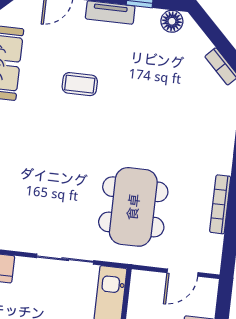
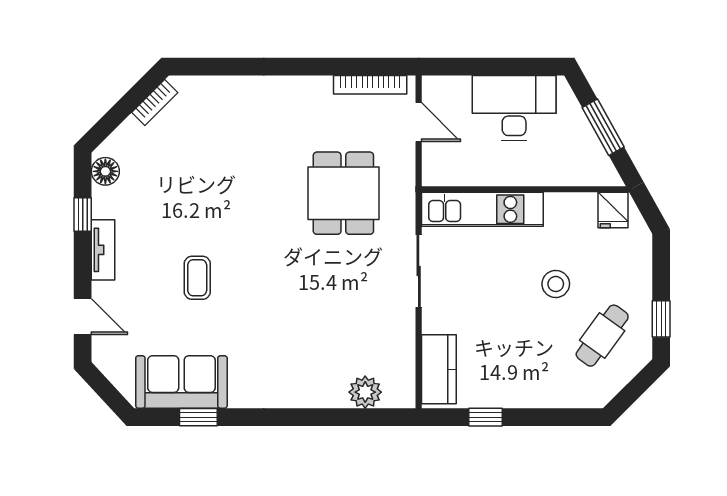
bookcase: (220, 204) -> (370, 85), moved
dining table: (133, 207) -> (343, 193), width x0.73

